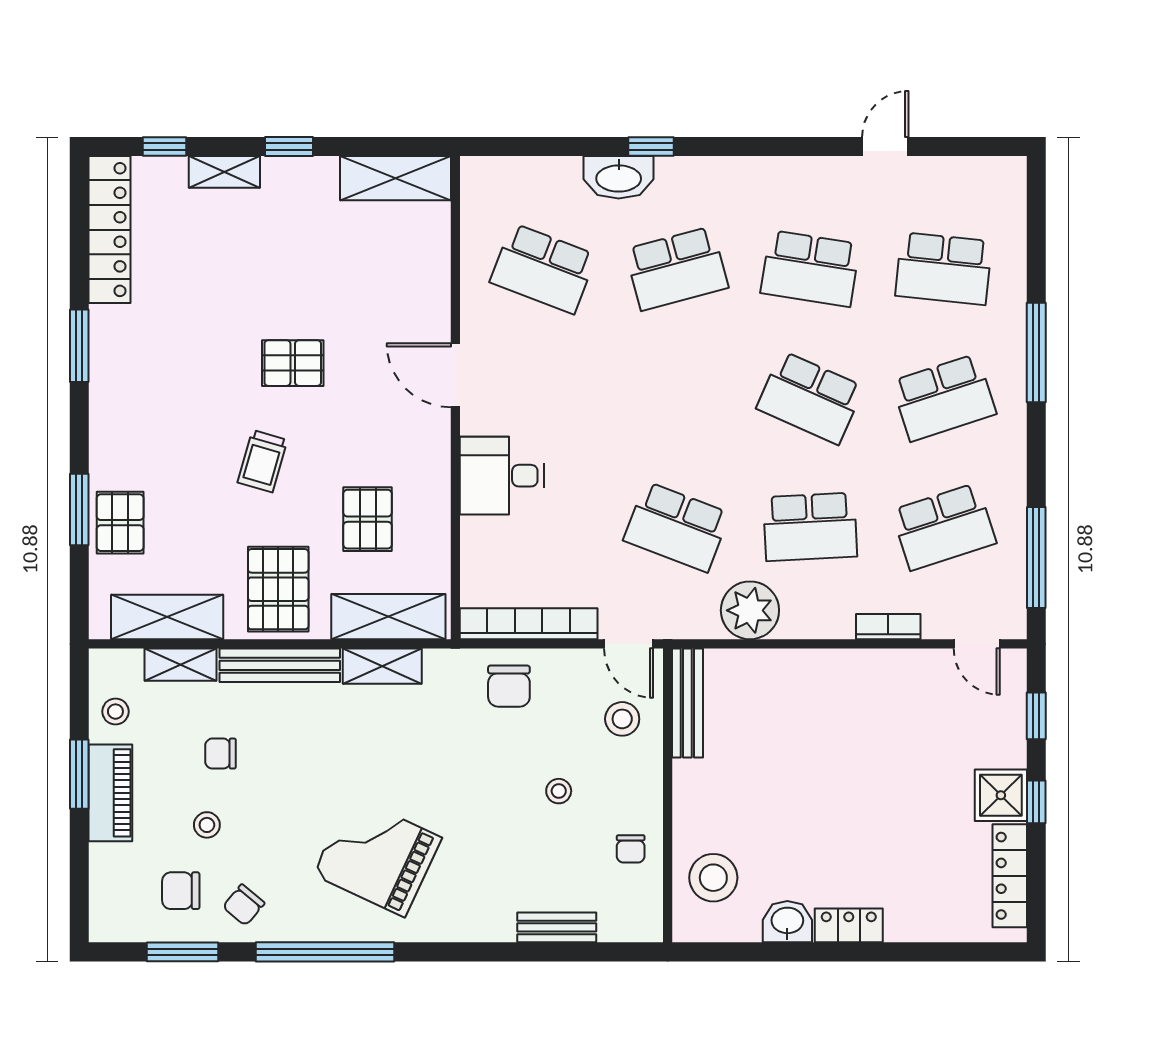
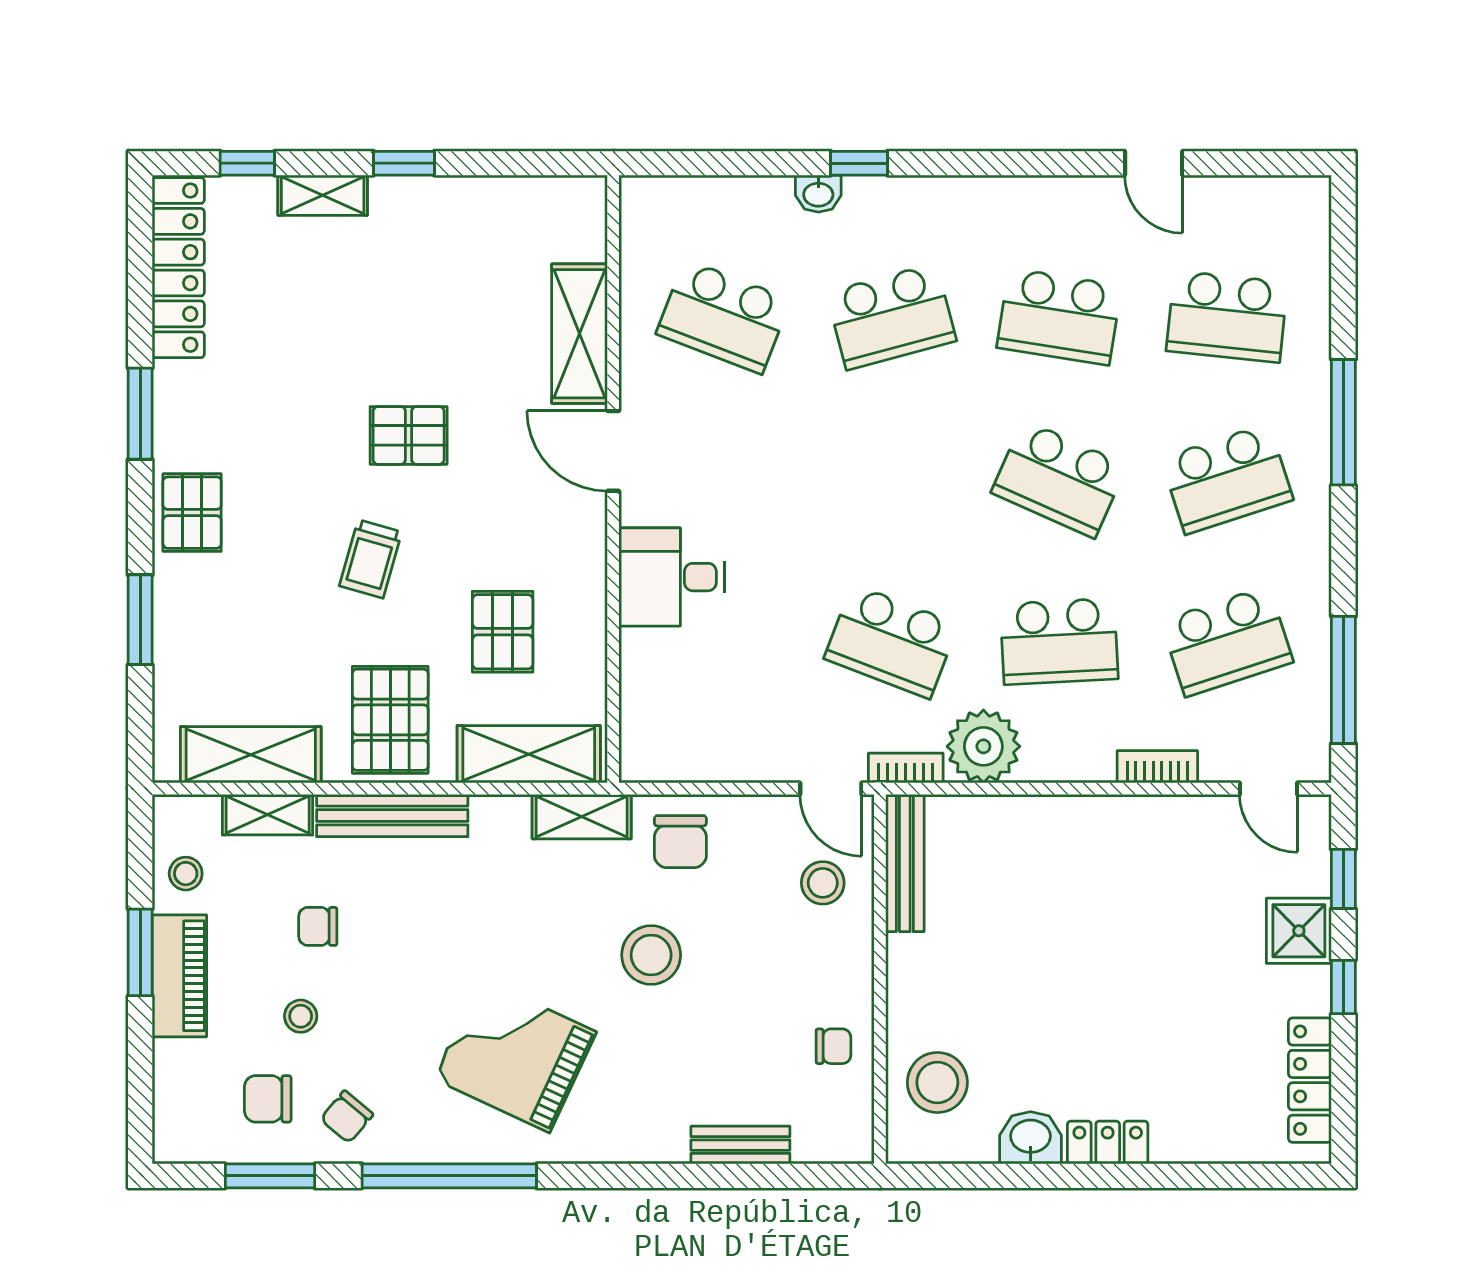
door: (885, 146) -> (1154, 163), swing flipped
washbasin: (619, 177) -> (818, 194), width x0.52, depth x0.69
shelving: (395, 178) -> (580, 334), moved, turned 90
pallet: (120, 523) -> (192, 513), moved
bookcase: (529, 624) -> (906, 768), moved, width x0.43, depth x0.76
shelving: (382, 666) -> (582, 817), moved
stool: (559, 791) -> (651, 955), moved, width x1.89, depth x1.89
shower: (1001, 795) -> (1299, 931), moved
chair: (631, 849) -> (833, 1046), turned -90

